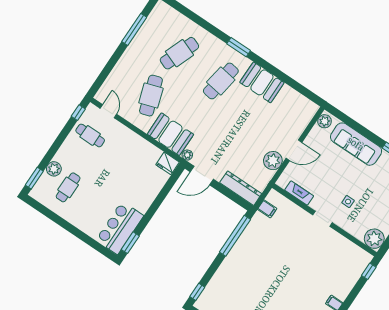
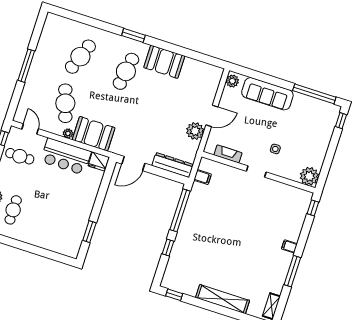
window: (134, 29) -> (26, 66), moved
plant: (187, 155) -> (68, 133), moved
bar counter: (120, 228) -> (66, 156), moved, turned -90
window: (130, 243) -> (89, 232), moved
window: (197, 292) -> (168, 247), moved

